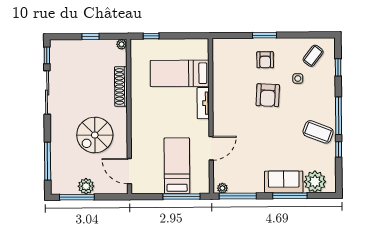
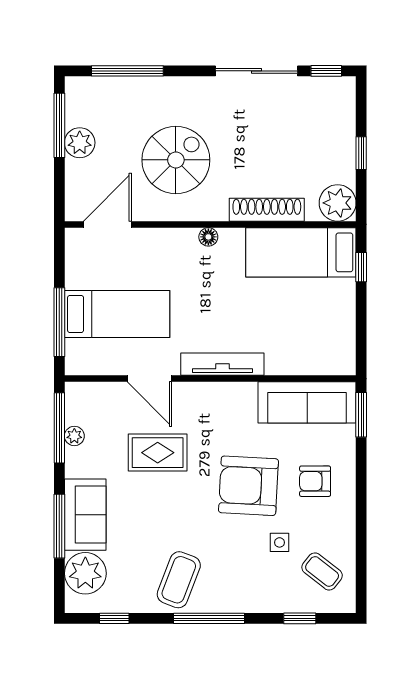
window: (264, 35) -> (361, 415), moved
plant: (122, 44) -> (338, 203), width x1.88, depth x1.88
sofa: (223, 64) -> (307, 402), added
bed: (180, 73) -> (301, 252), moved, turned -90
armchair: (268, 95) -> (248, 486), width x1.36, depth x1.36
tv unit: (203, 103) -> (222, 364), width x1.41
floor lamp: (136, 117) -> (208, 237), added
spiral stairs: (95, 135) -> (176, 160), turned 90
rug: (250, 144) -> (158, 453), added
window: (339, 149) -> (114, 618), moved
plant: (222, 188) -> (74, 436), moved

